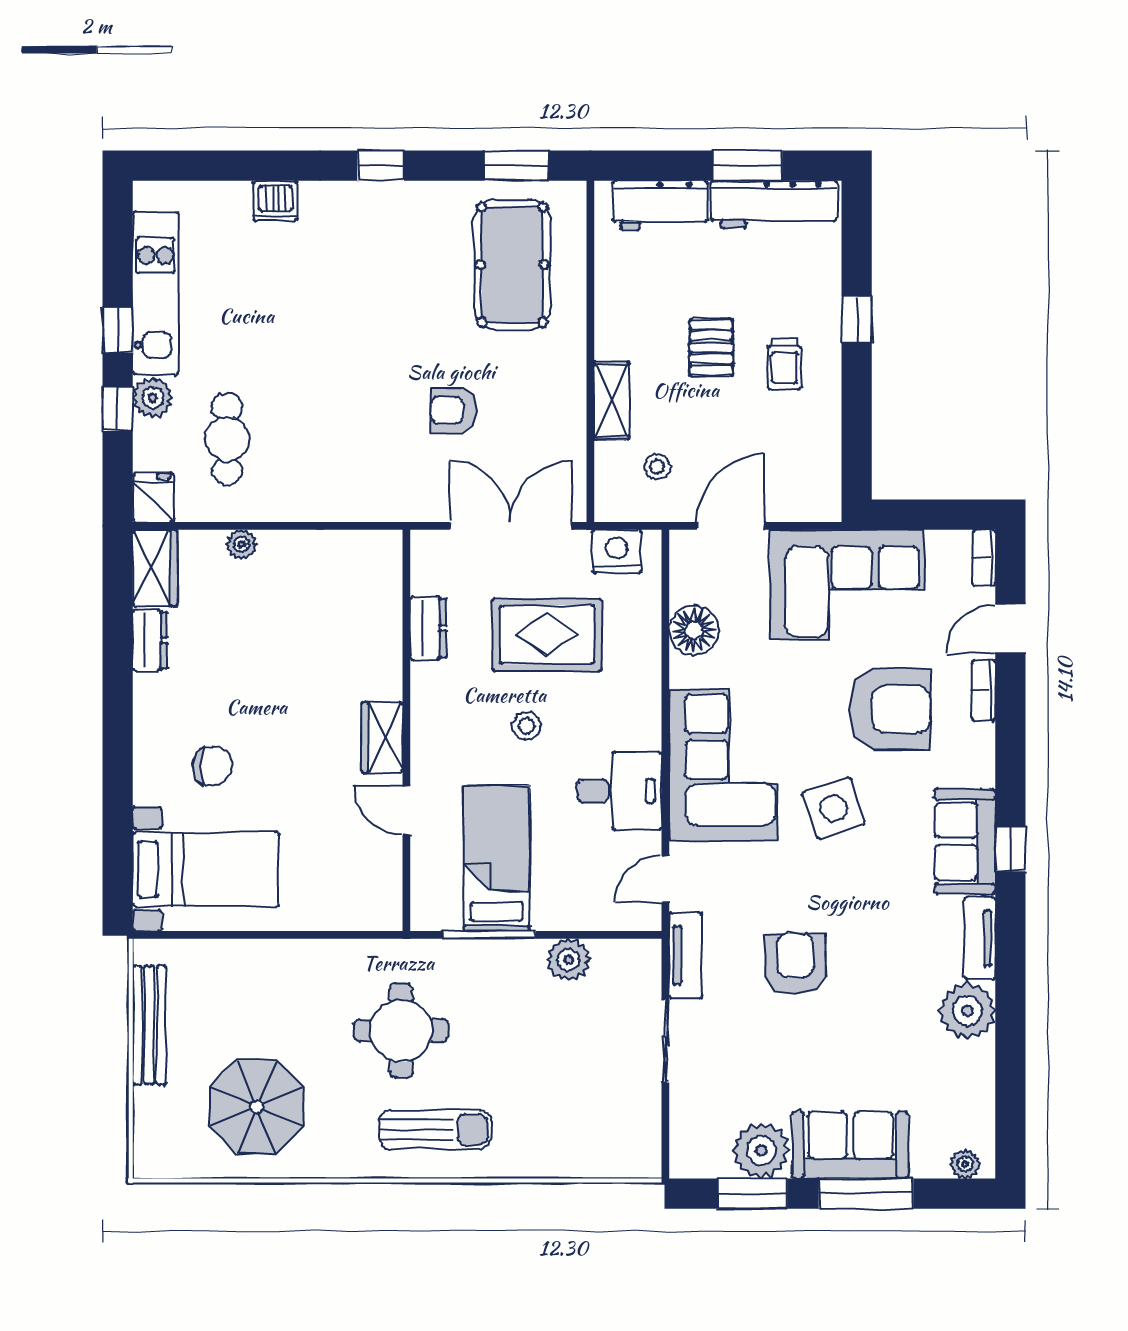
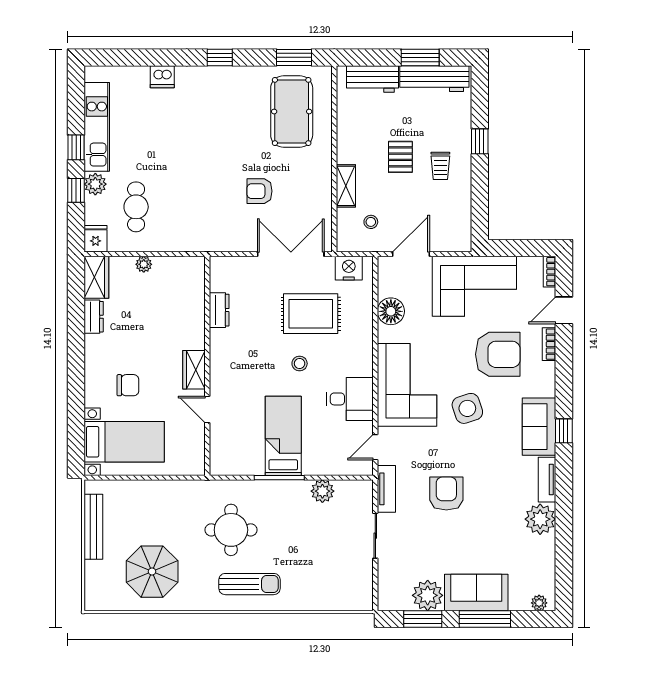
dresser: (428, 628) -> (219, 310), moved
wall: (406, 730) -> (207, 366), moved
wardrobe: (382, 737) -> (194, 370), moved
door: (406, 810) -> (207, 410), moved

